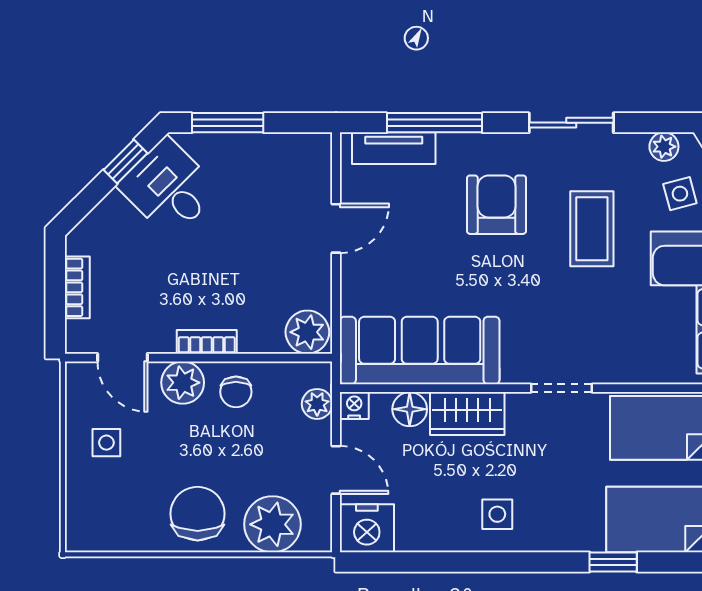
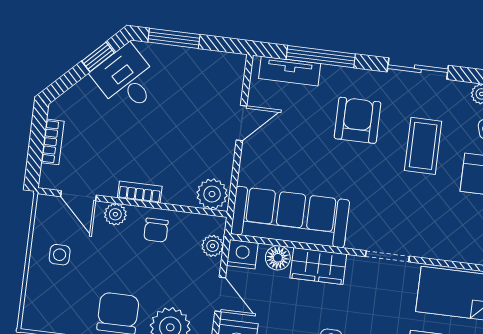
plant: (183, 383) -> (115, 214), width x0.73, depth x0.73
nightstand: (354, 406) -> (242, 254), width x1.39, depth x1.35

